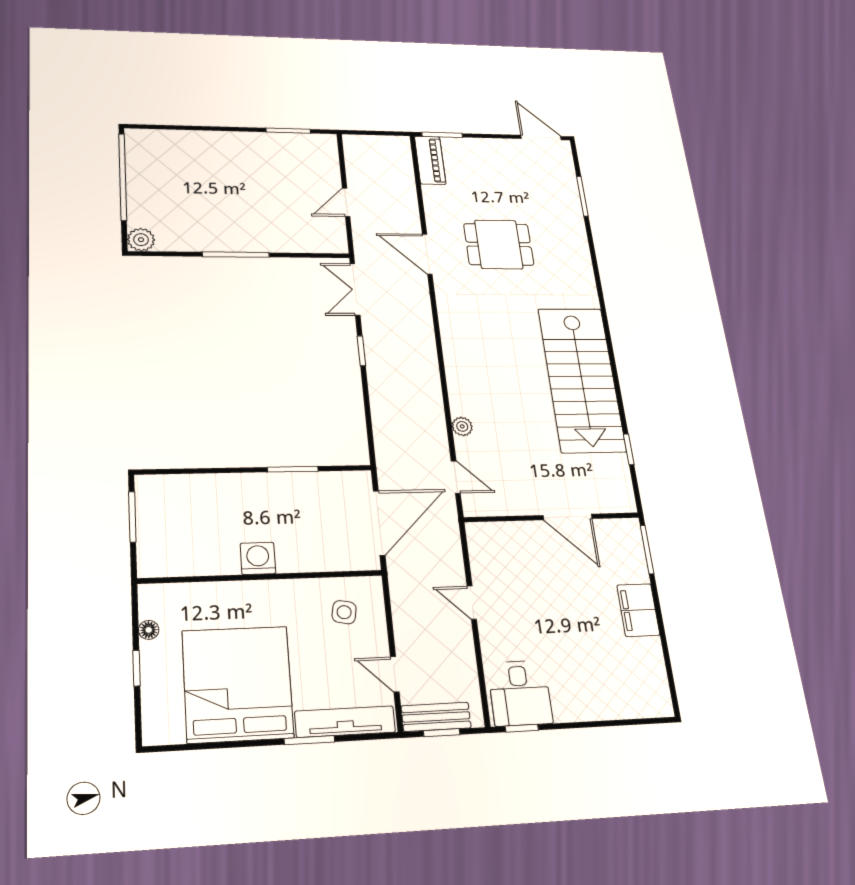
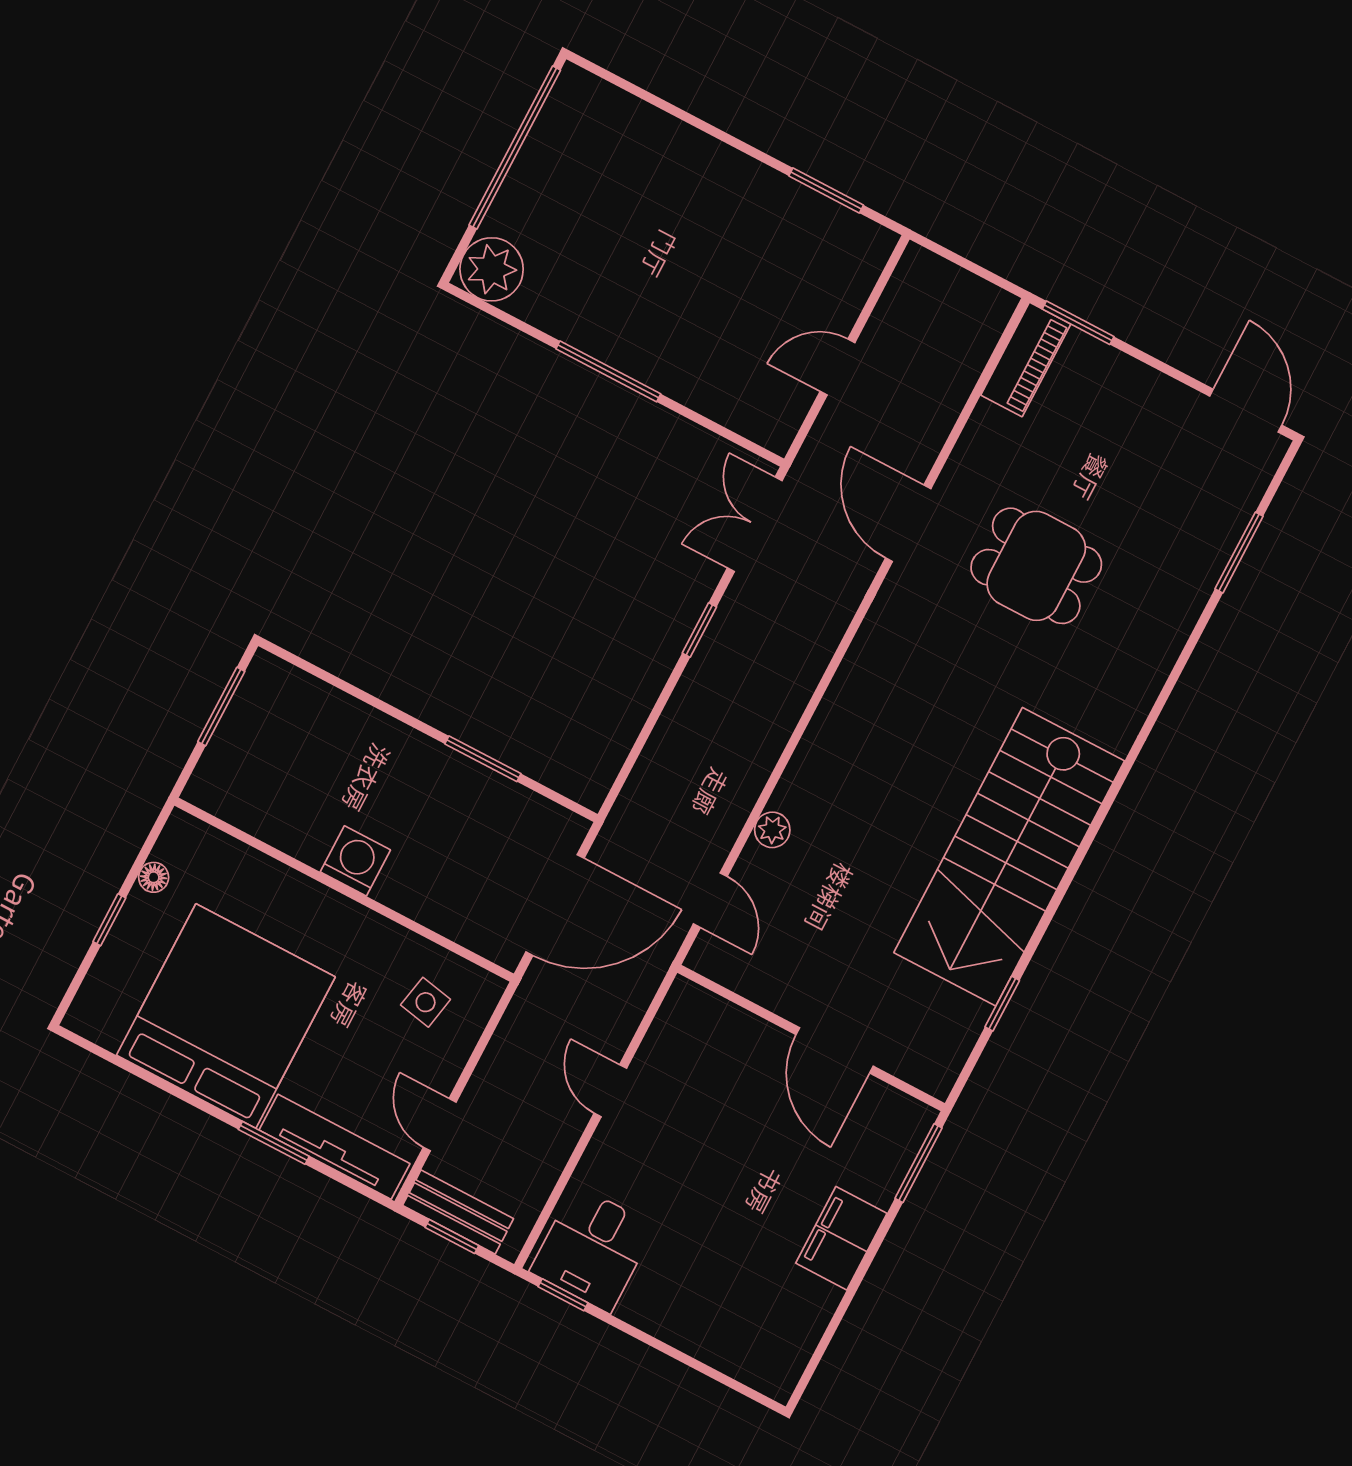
plant: (141, 240) -> (492, 269), width x1.36, depth x1.36

